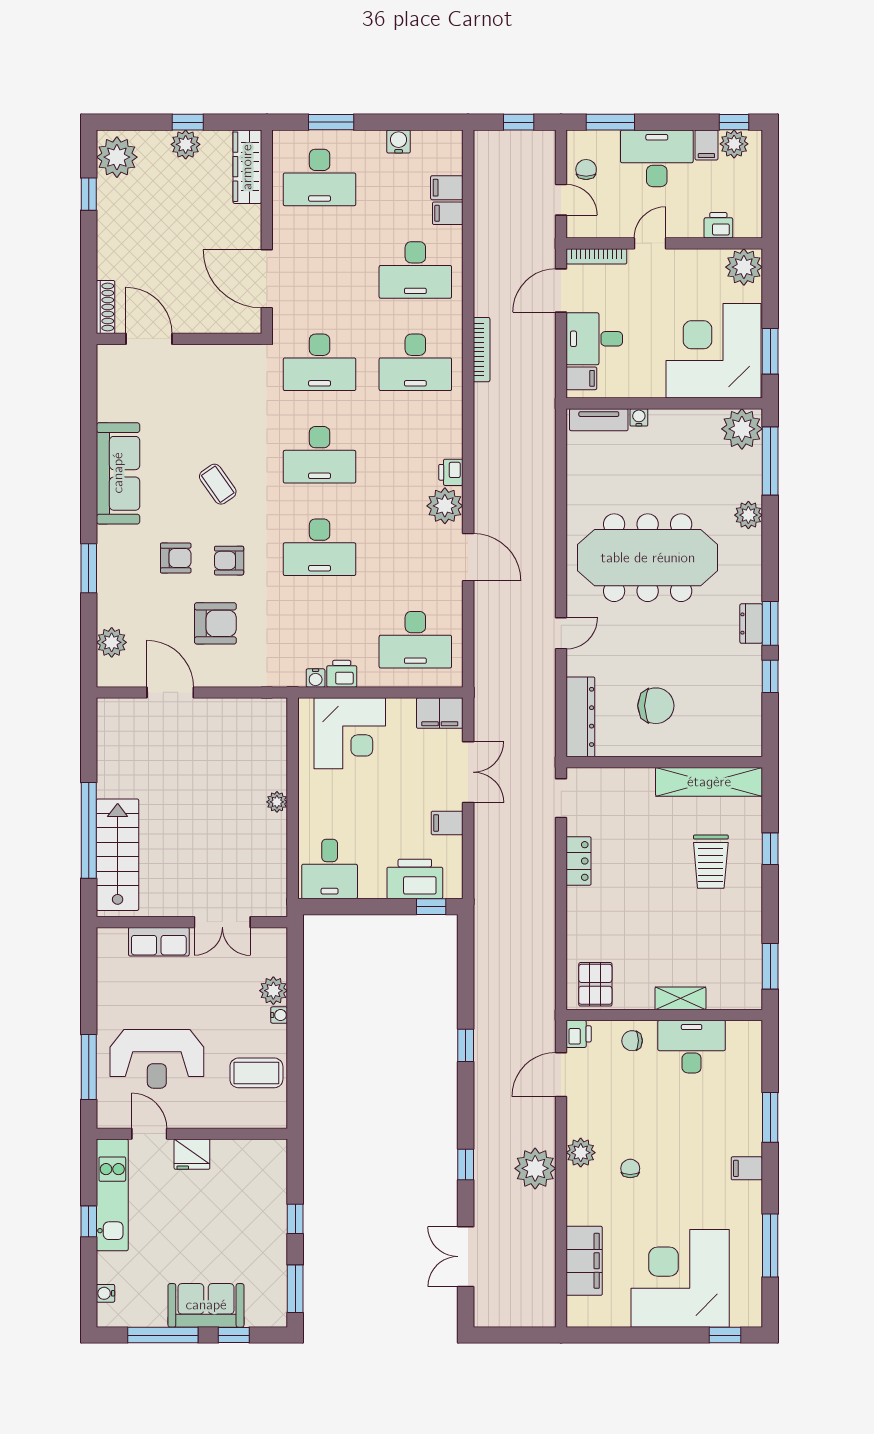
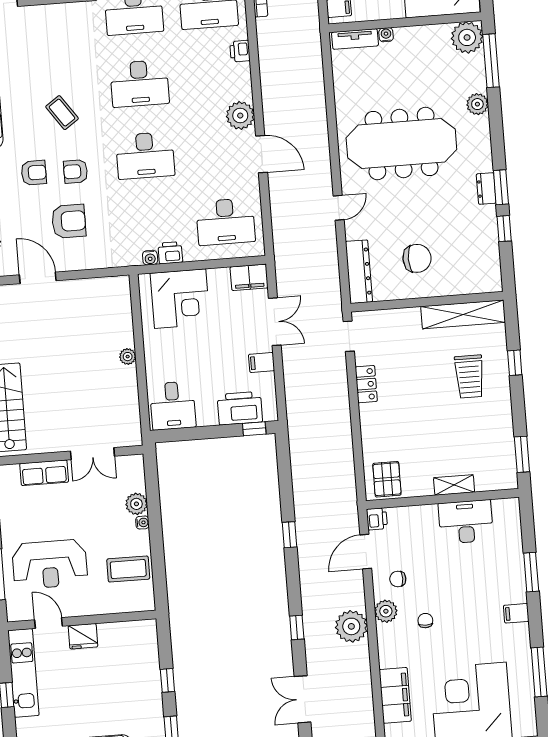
printer: (451, 472) -> (240, 51), moved
chair: (632, 1041) -> (398, 579), moved

